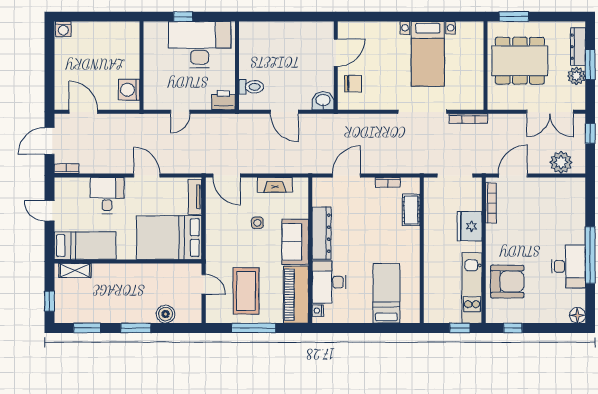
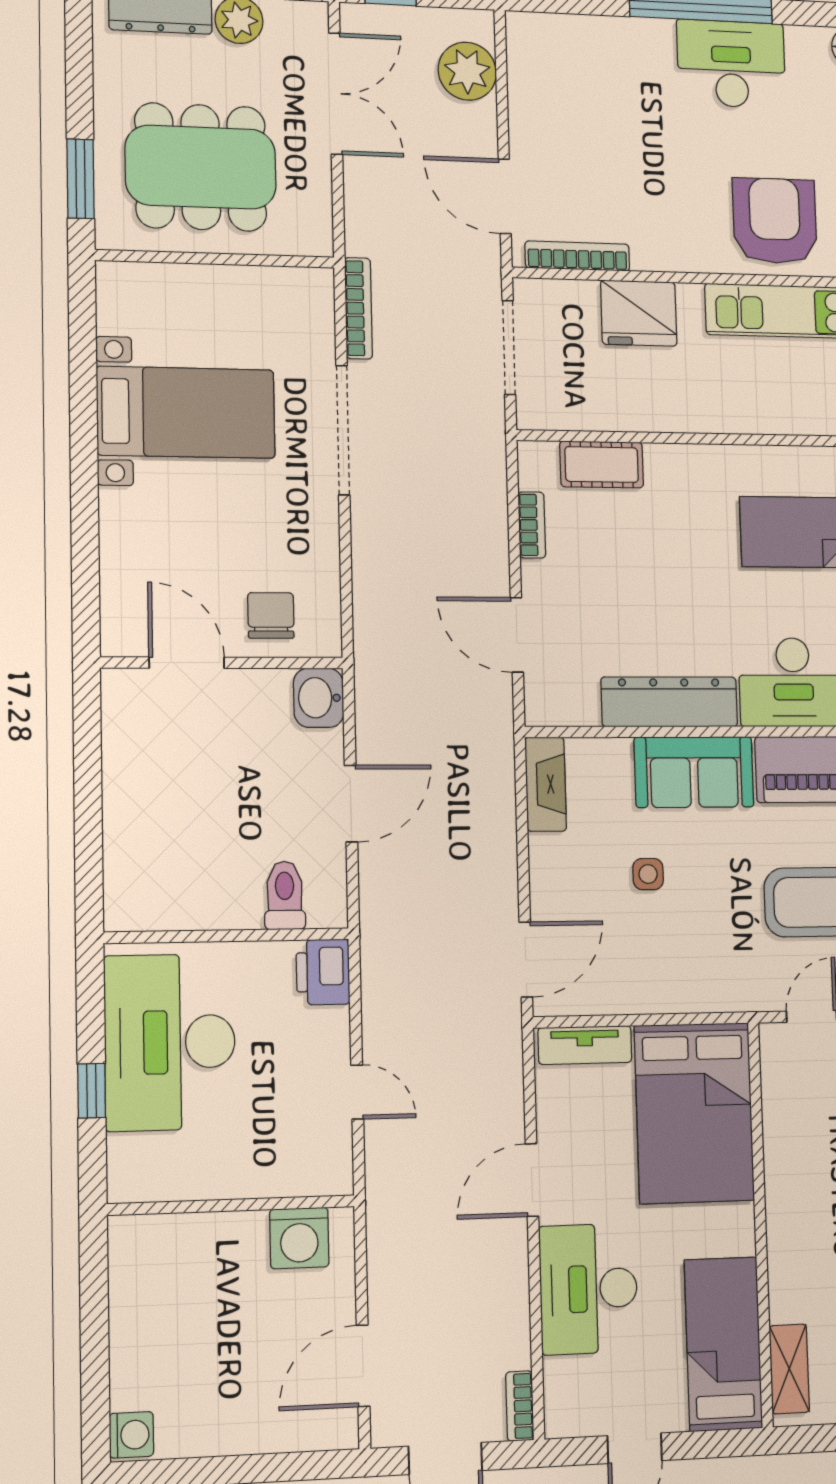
dining table: (520, 61) -> (201, 167), turned 90
fireplace: (275, 185) -> (546, 784), moved
desk: (107, 195) -> (589, 1289), width x1.37

